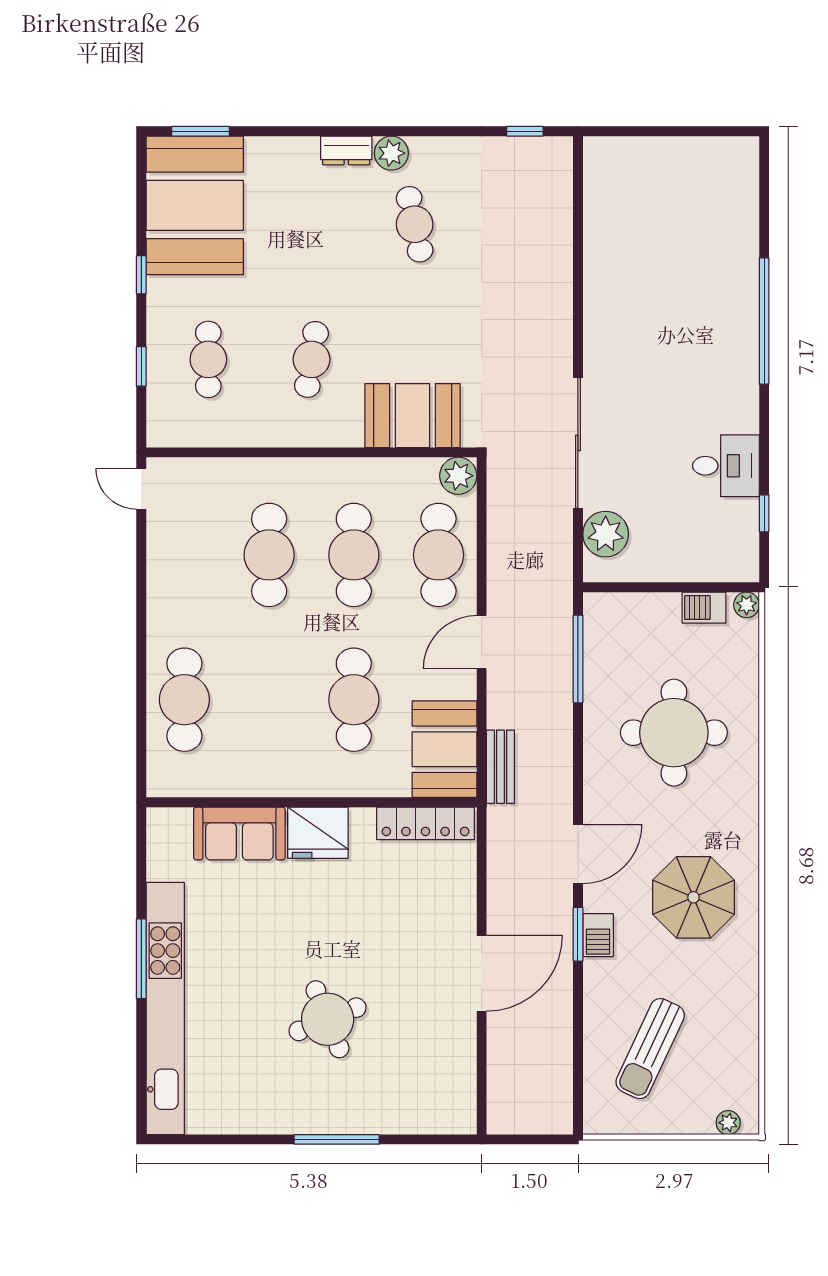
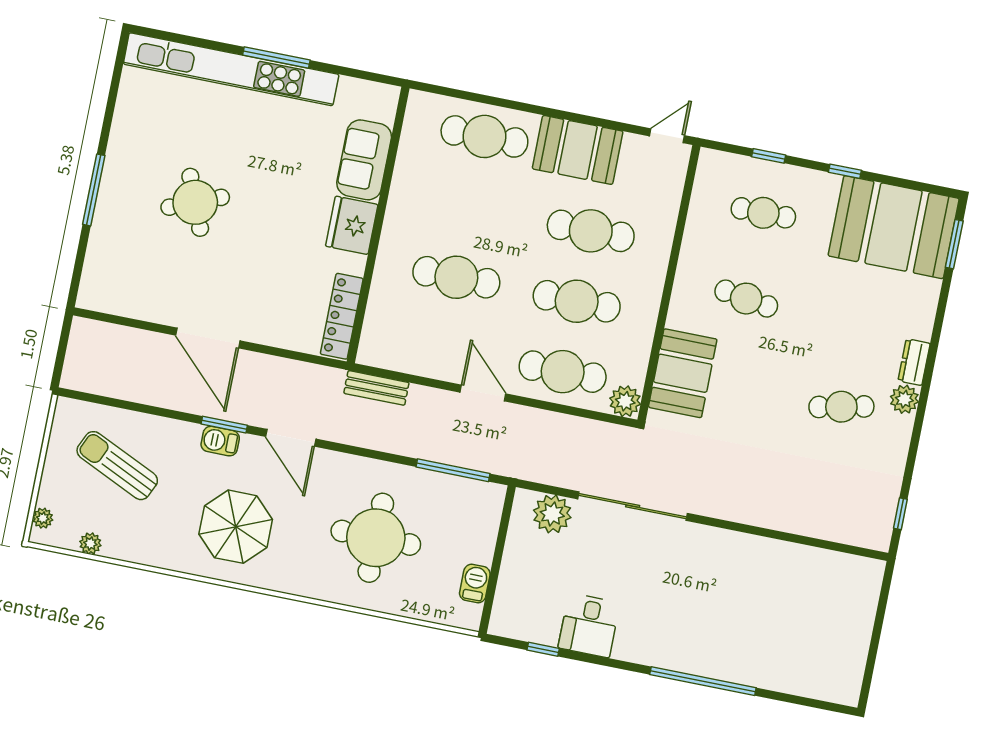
plant: (747, 605) -> (90, 543), moved
booth: (444, 749) -> (578, 150), moved

